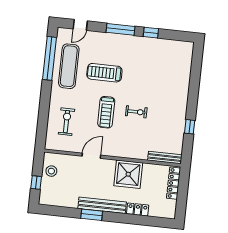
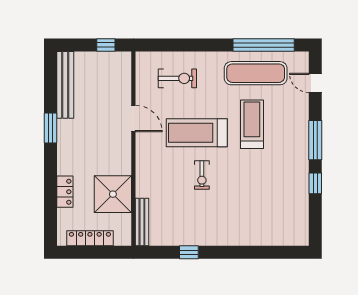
treadmill: (106, 112) -> (197, 133), width x1.37, depth x1.38
stool: (51, 171) -> (106, 65), removed
shower: (128, 174) -> (113, 194), moved
window: (36, 183) -> (106, 45), moved
locker: (174, 183) -> (90, 238), moved
bench: (102, 205) -> (65, 85), moved

